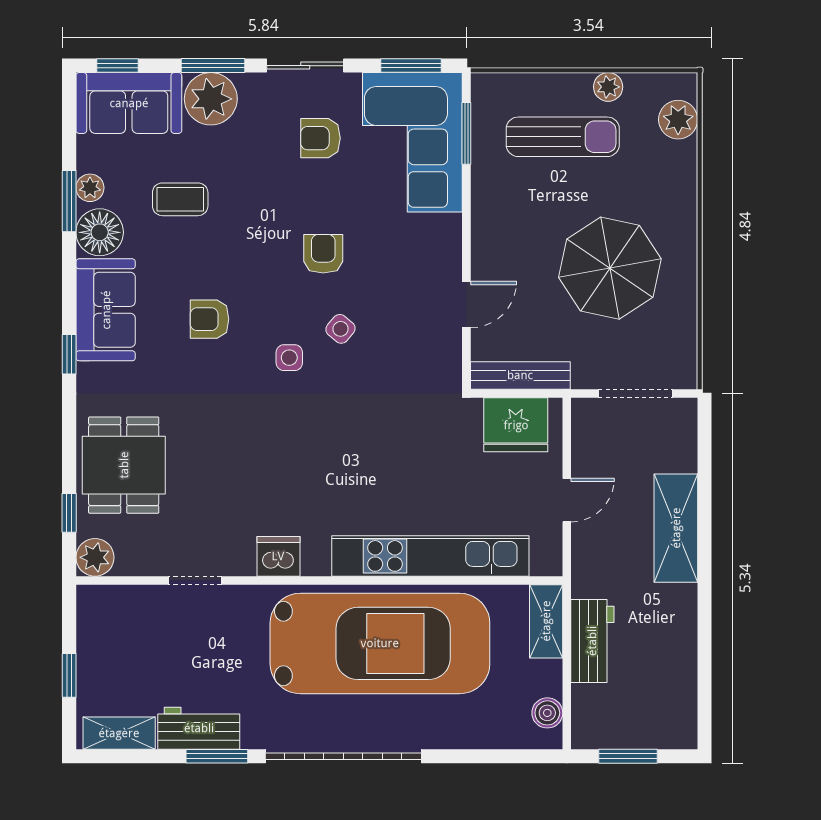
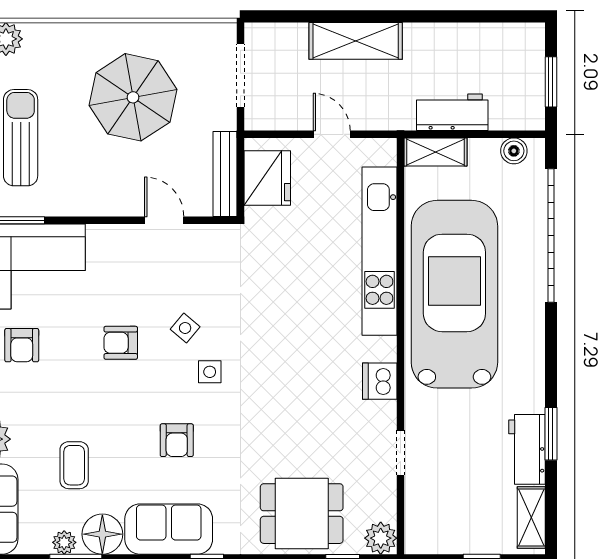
garage door: (343, 756) -> (551, 236), moved

